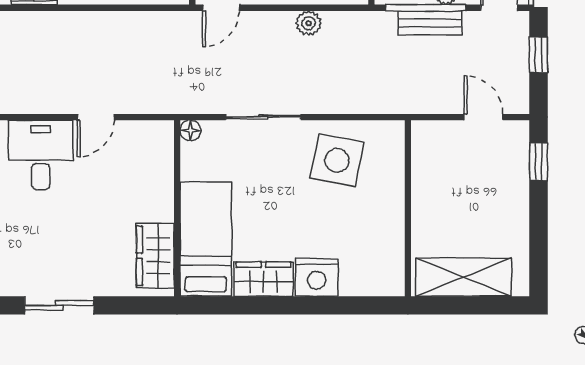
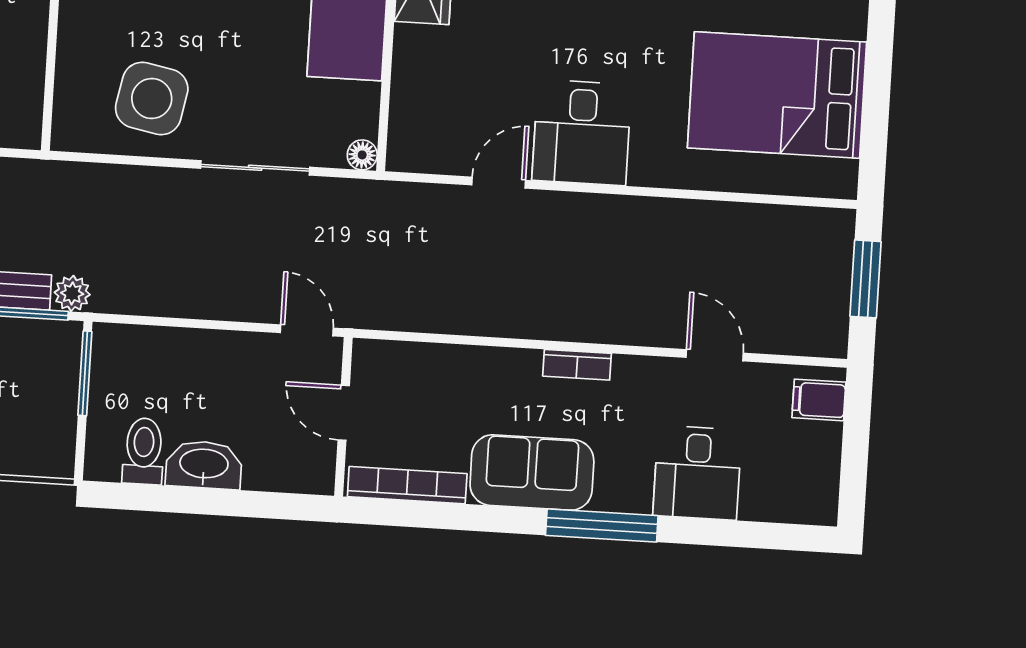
door: (221, 8) -> (307, 330), hinge flipped
plant: (309, 23) -> (72, 293), moved

